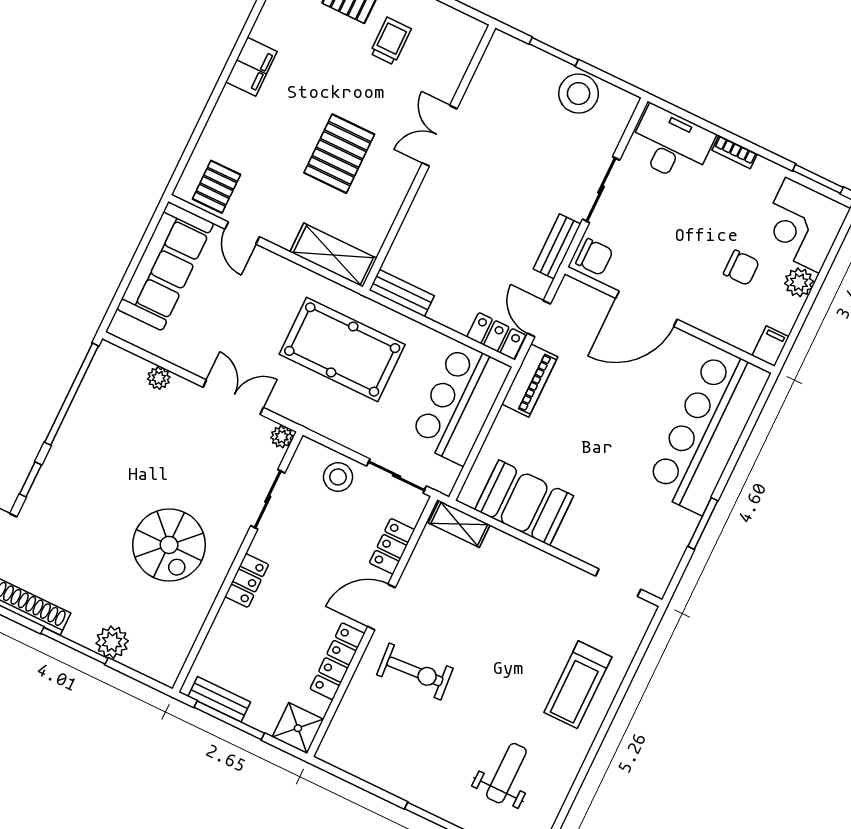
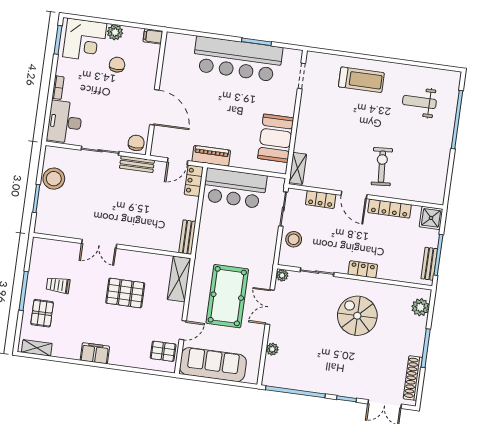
pool table: (342, 349) -> (227, 296), moved
bar counter: (708, 431) -> (238, 59), moved
spiral stairs: (169, 545) -> (357, 316), turned -90
plant: (112, 642) -> (420, 307), moved

